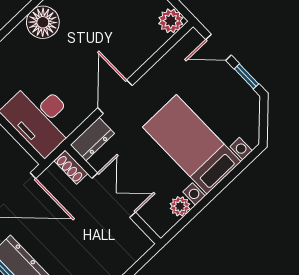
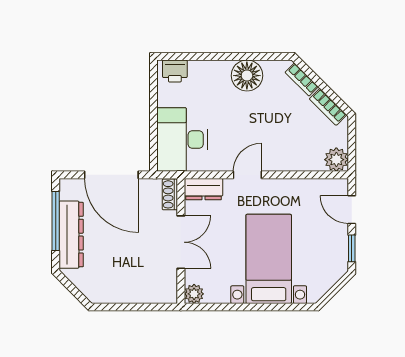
door: (115, 97) -> (247, 175), width x0.73
plant: (180, 206) -> (194, 294), moved

